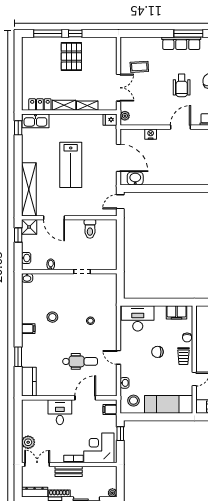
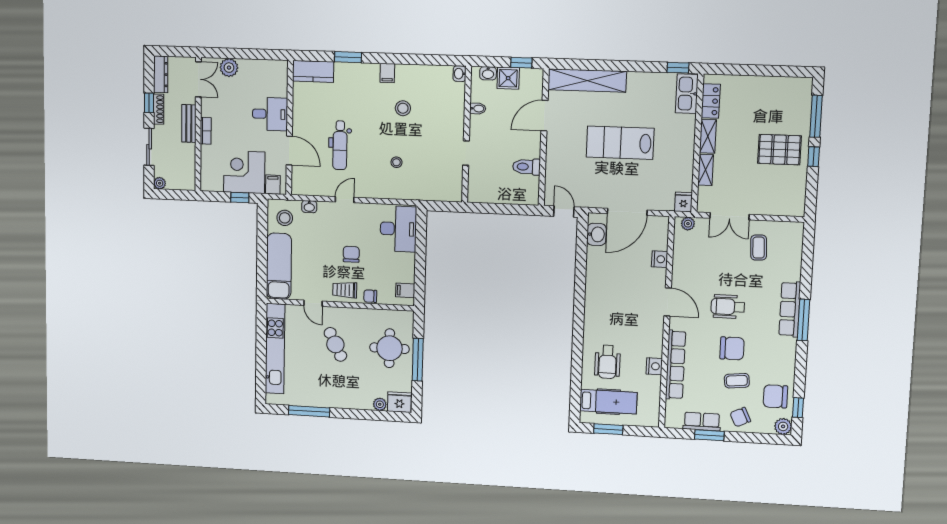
shower: (29, 227) -> (508, 78), moved
filing cabinet: (177, 312) -> (405, 290), width x0.50
corner desk: (99, 448) -> (244, 172), moved, turned -90

